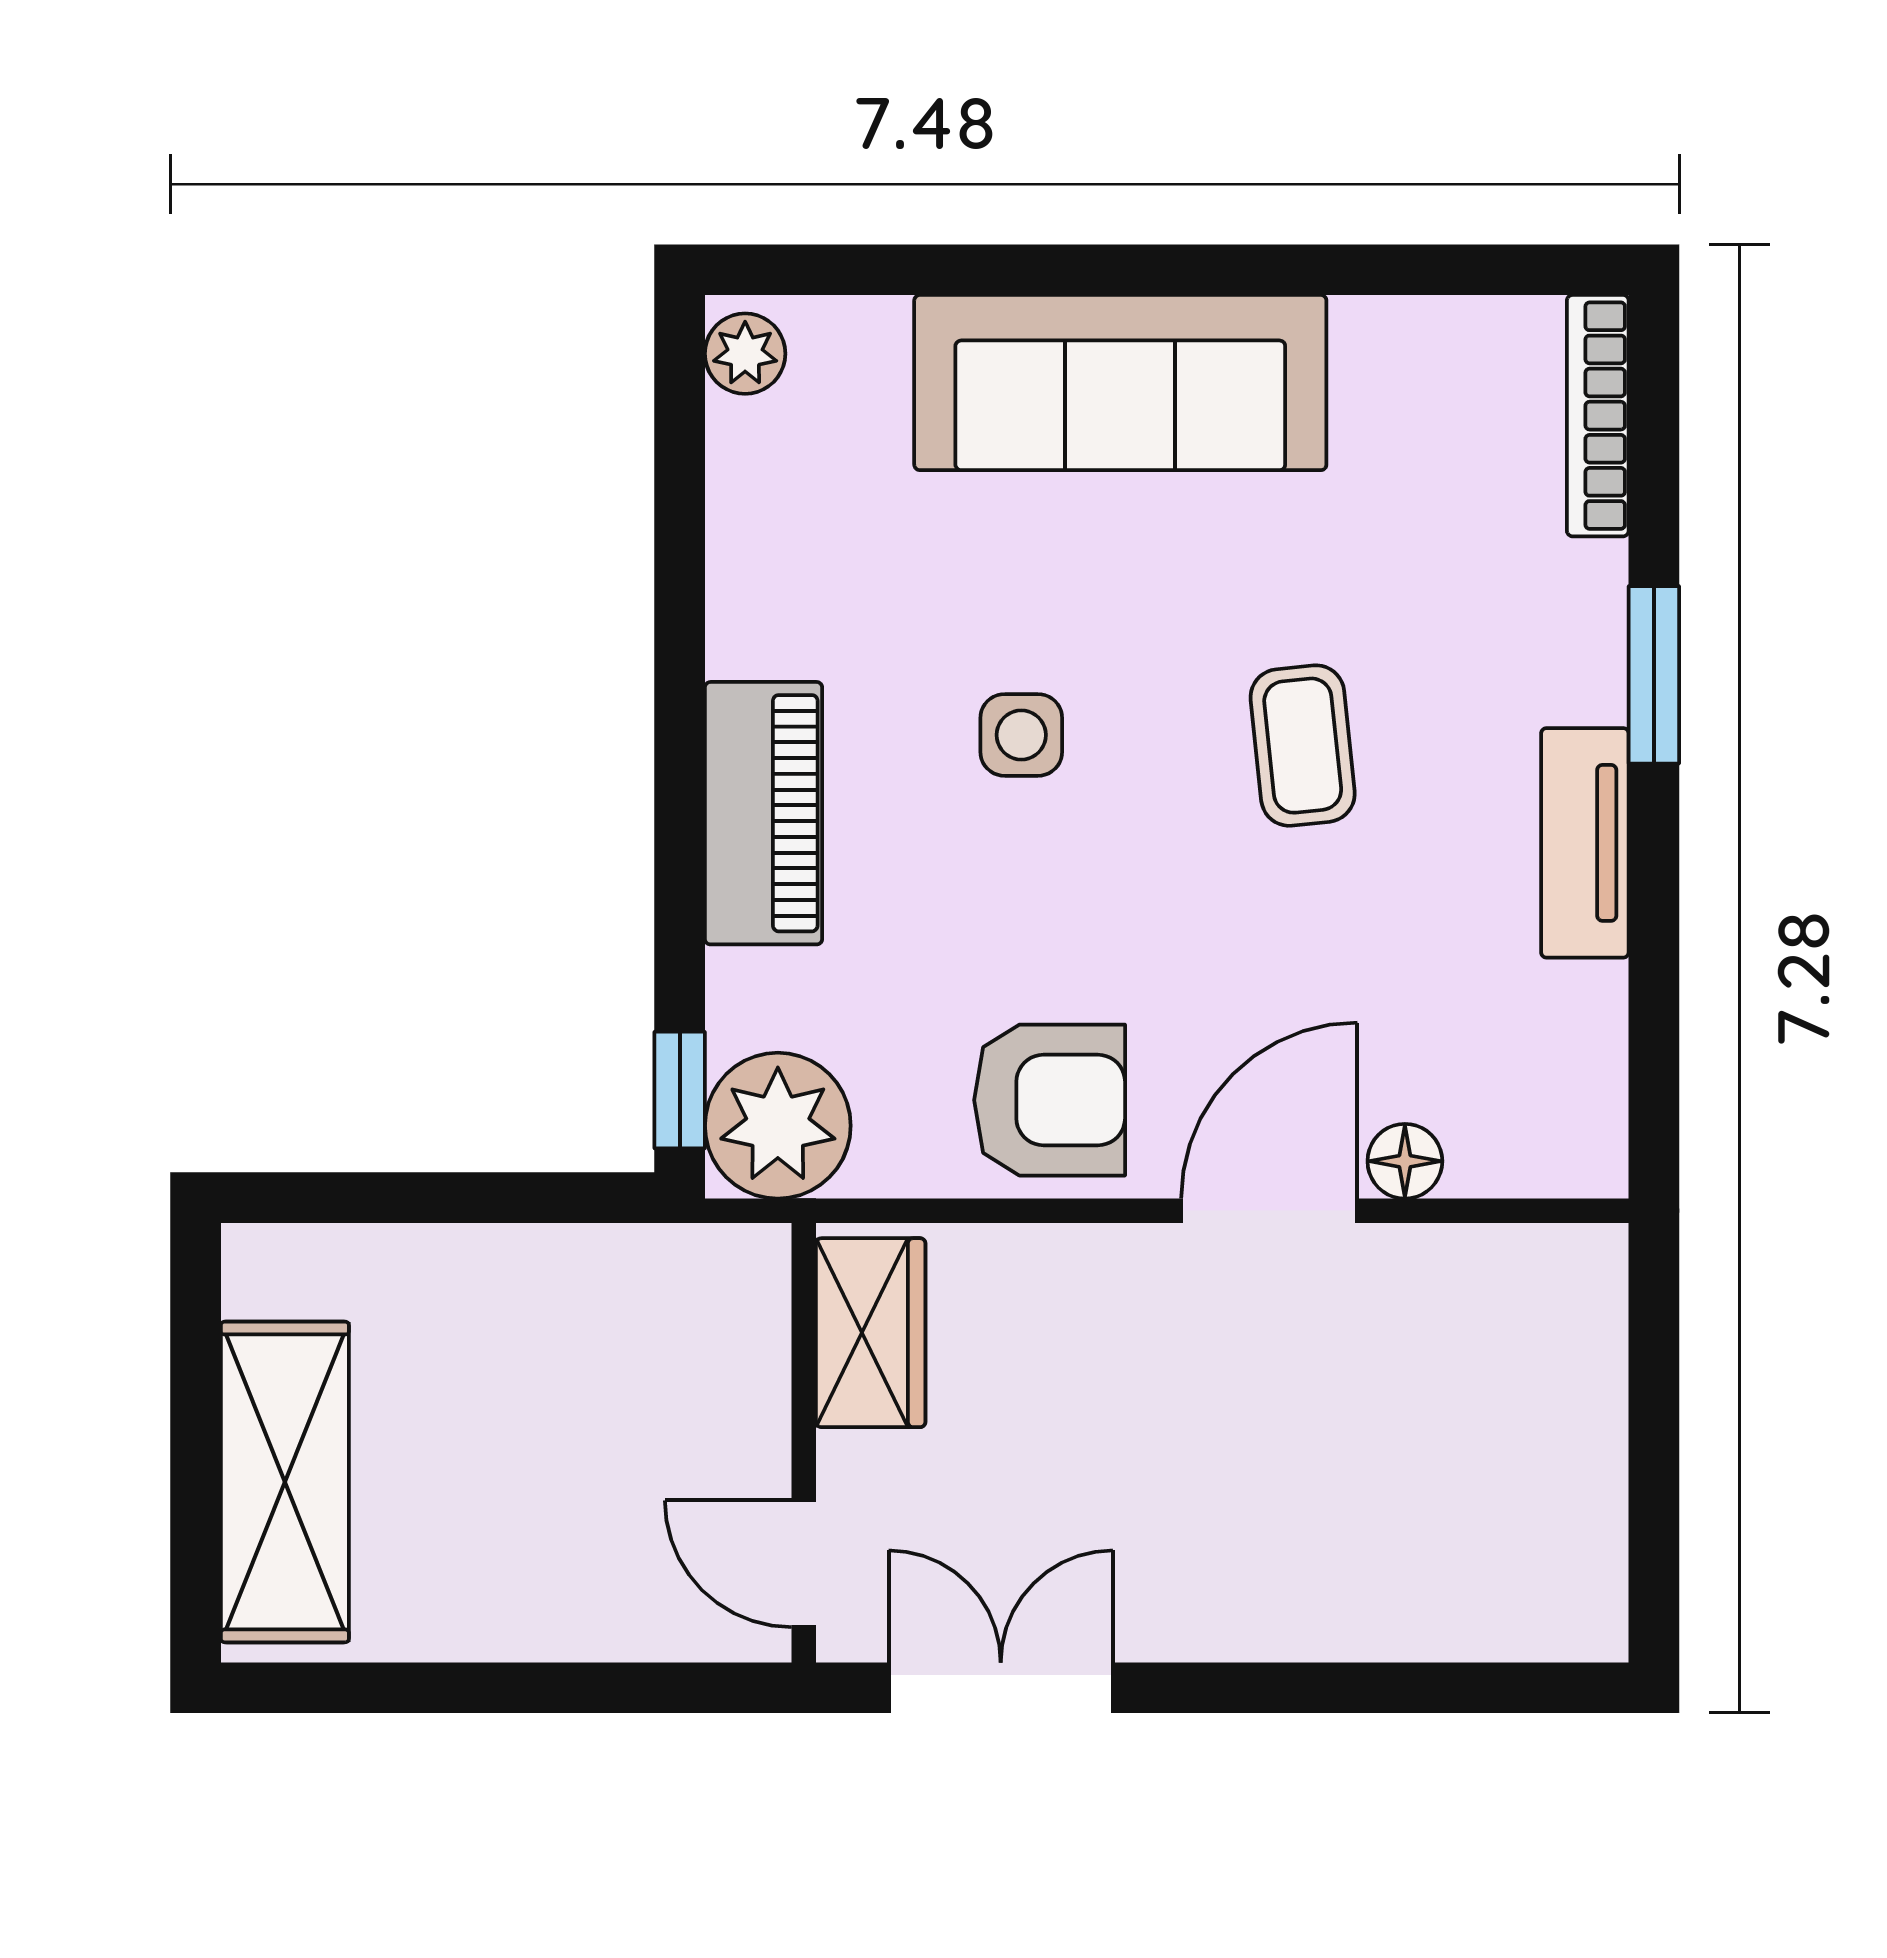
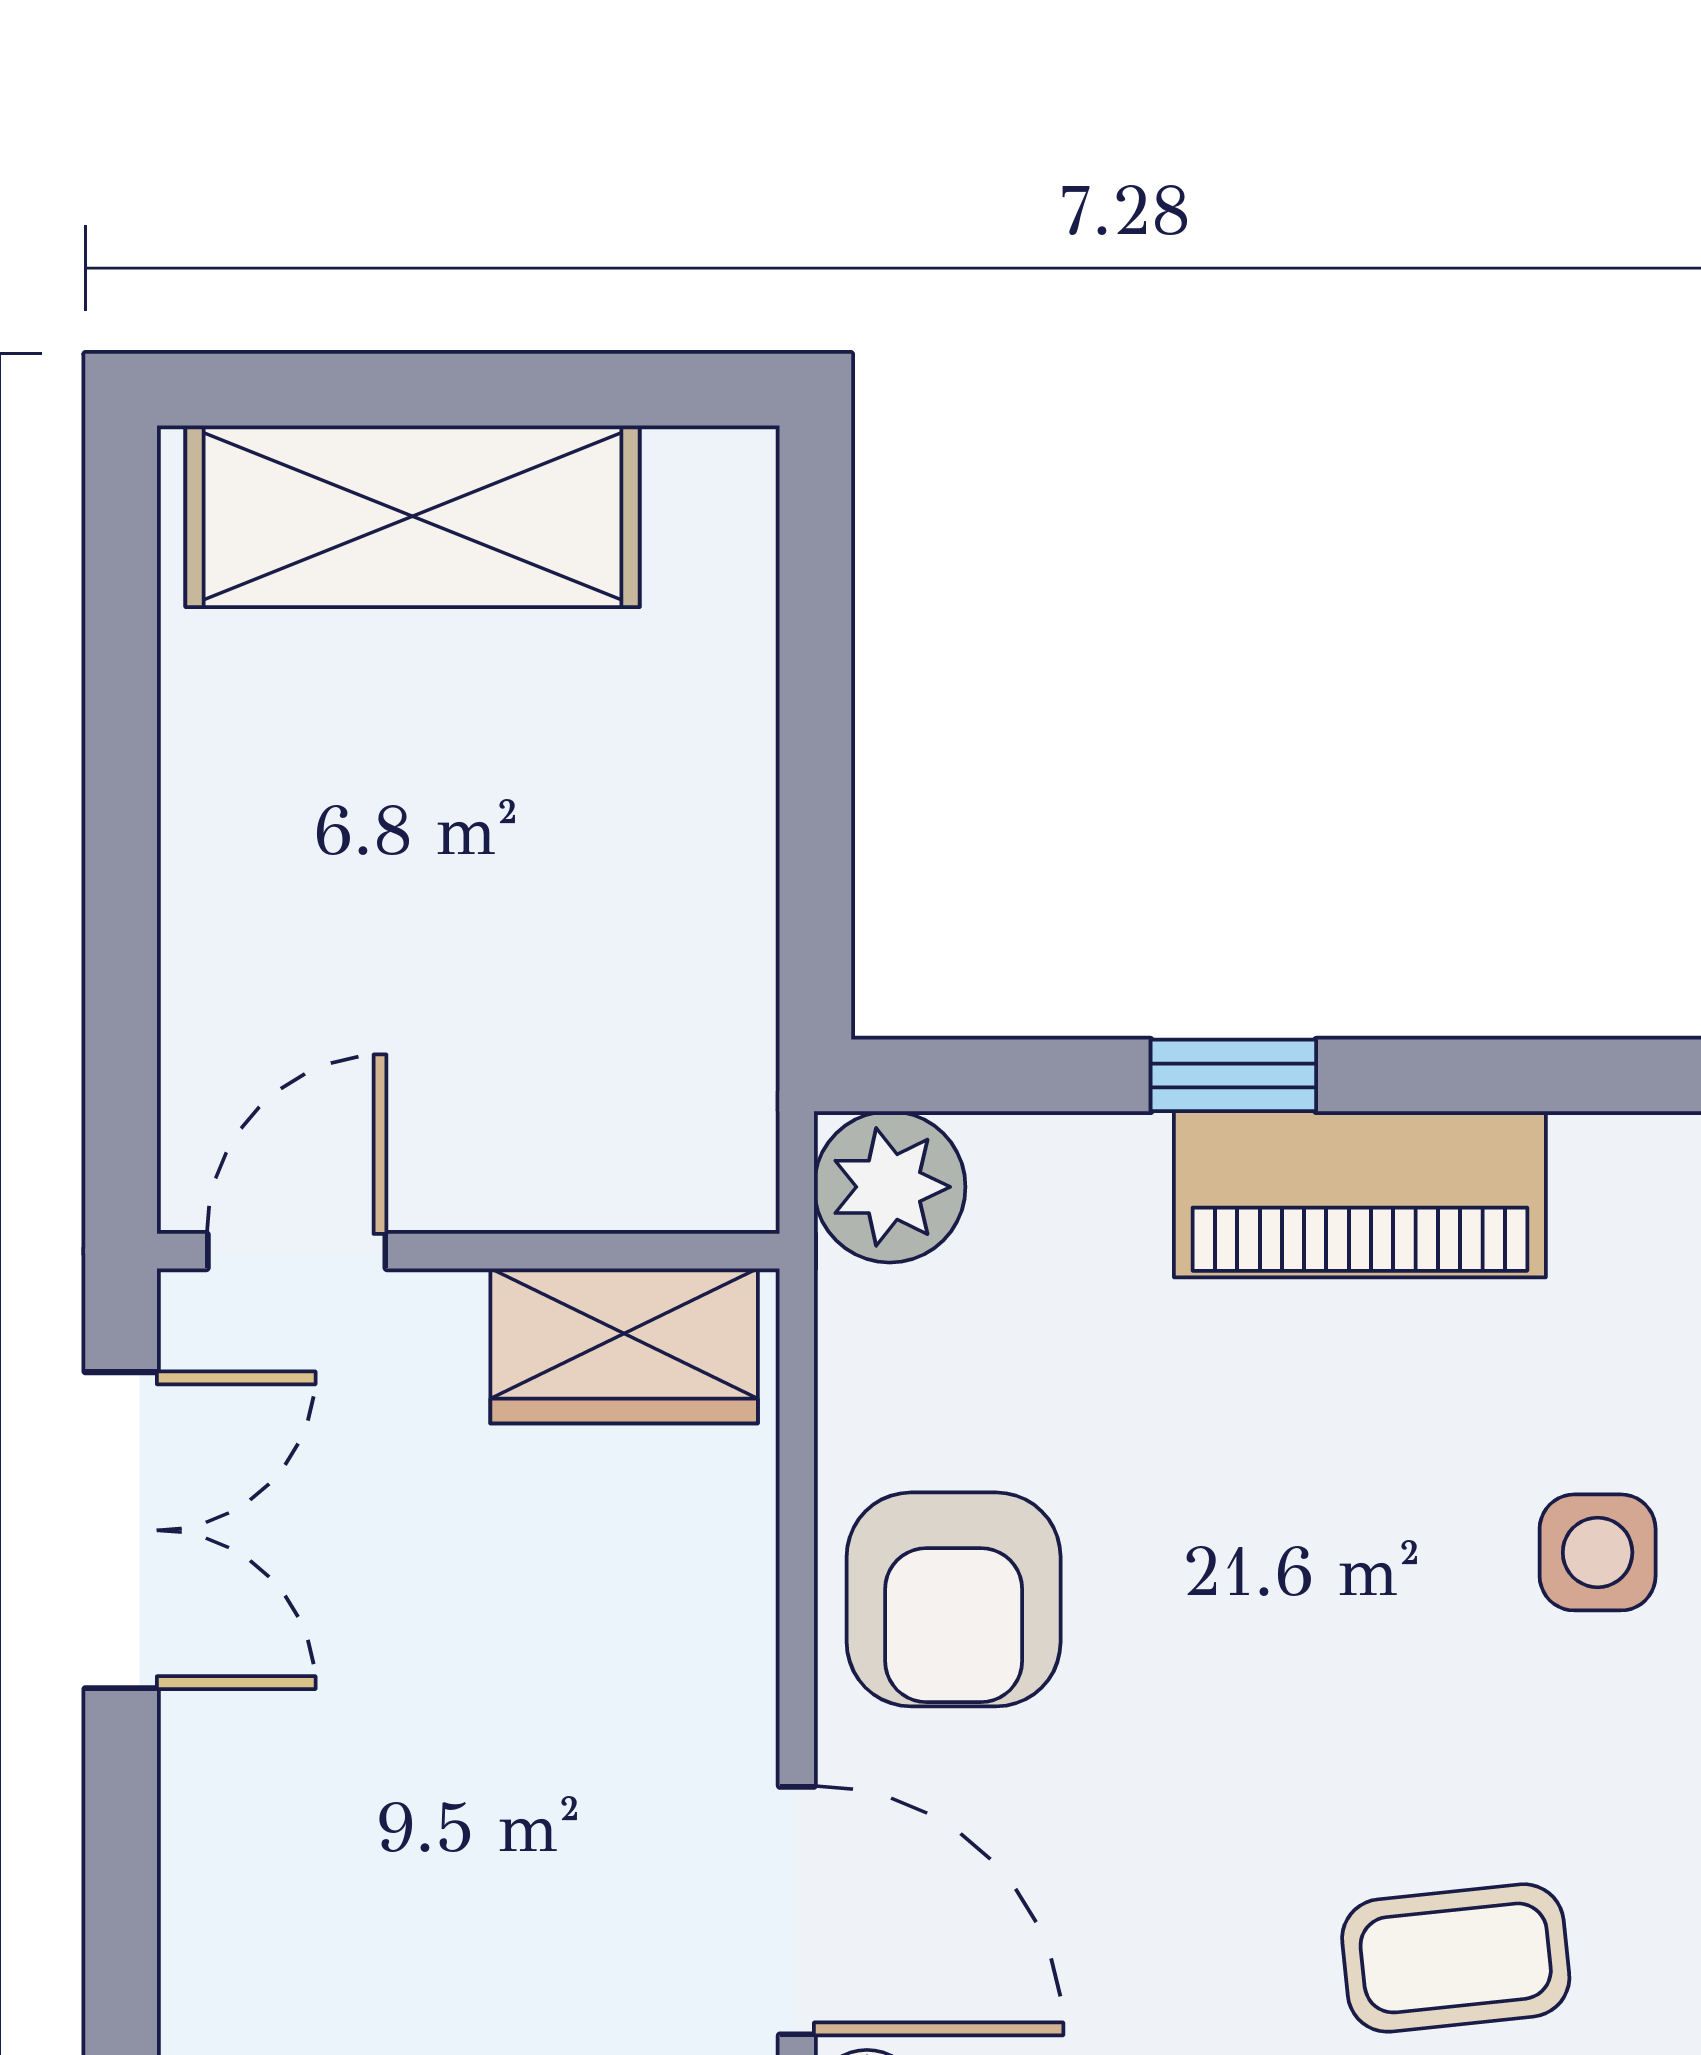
side table: (1021, 735) -> (1598, 1552), moved
window: (680, 1090) -> (1233, 1075), moved
plant: (778, 1126) -> (890, 1187), width x0.73, depth x0.73

